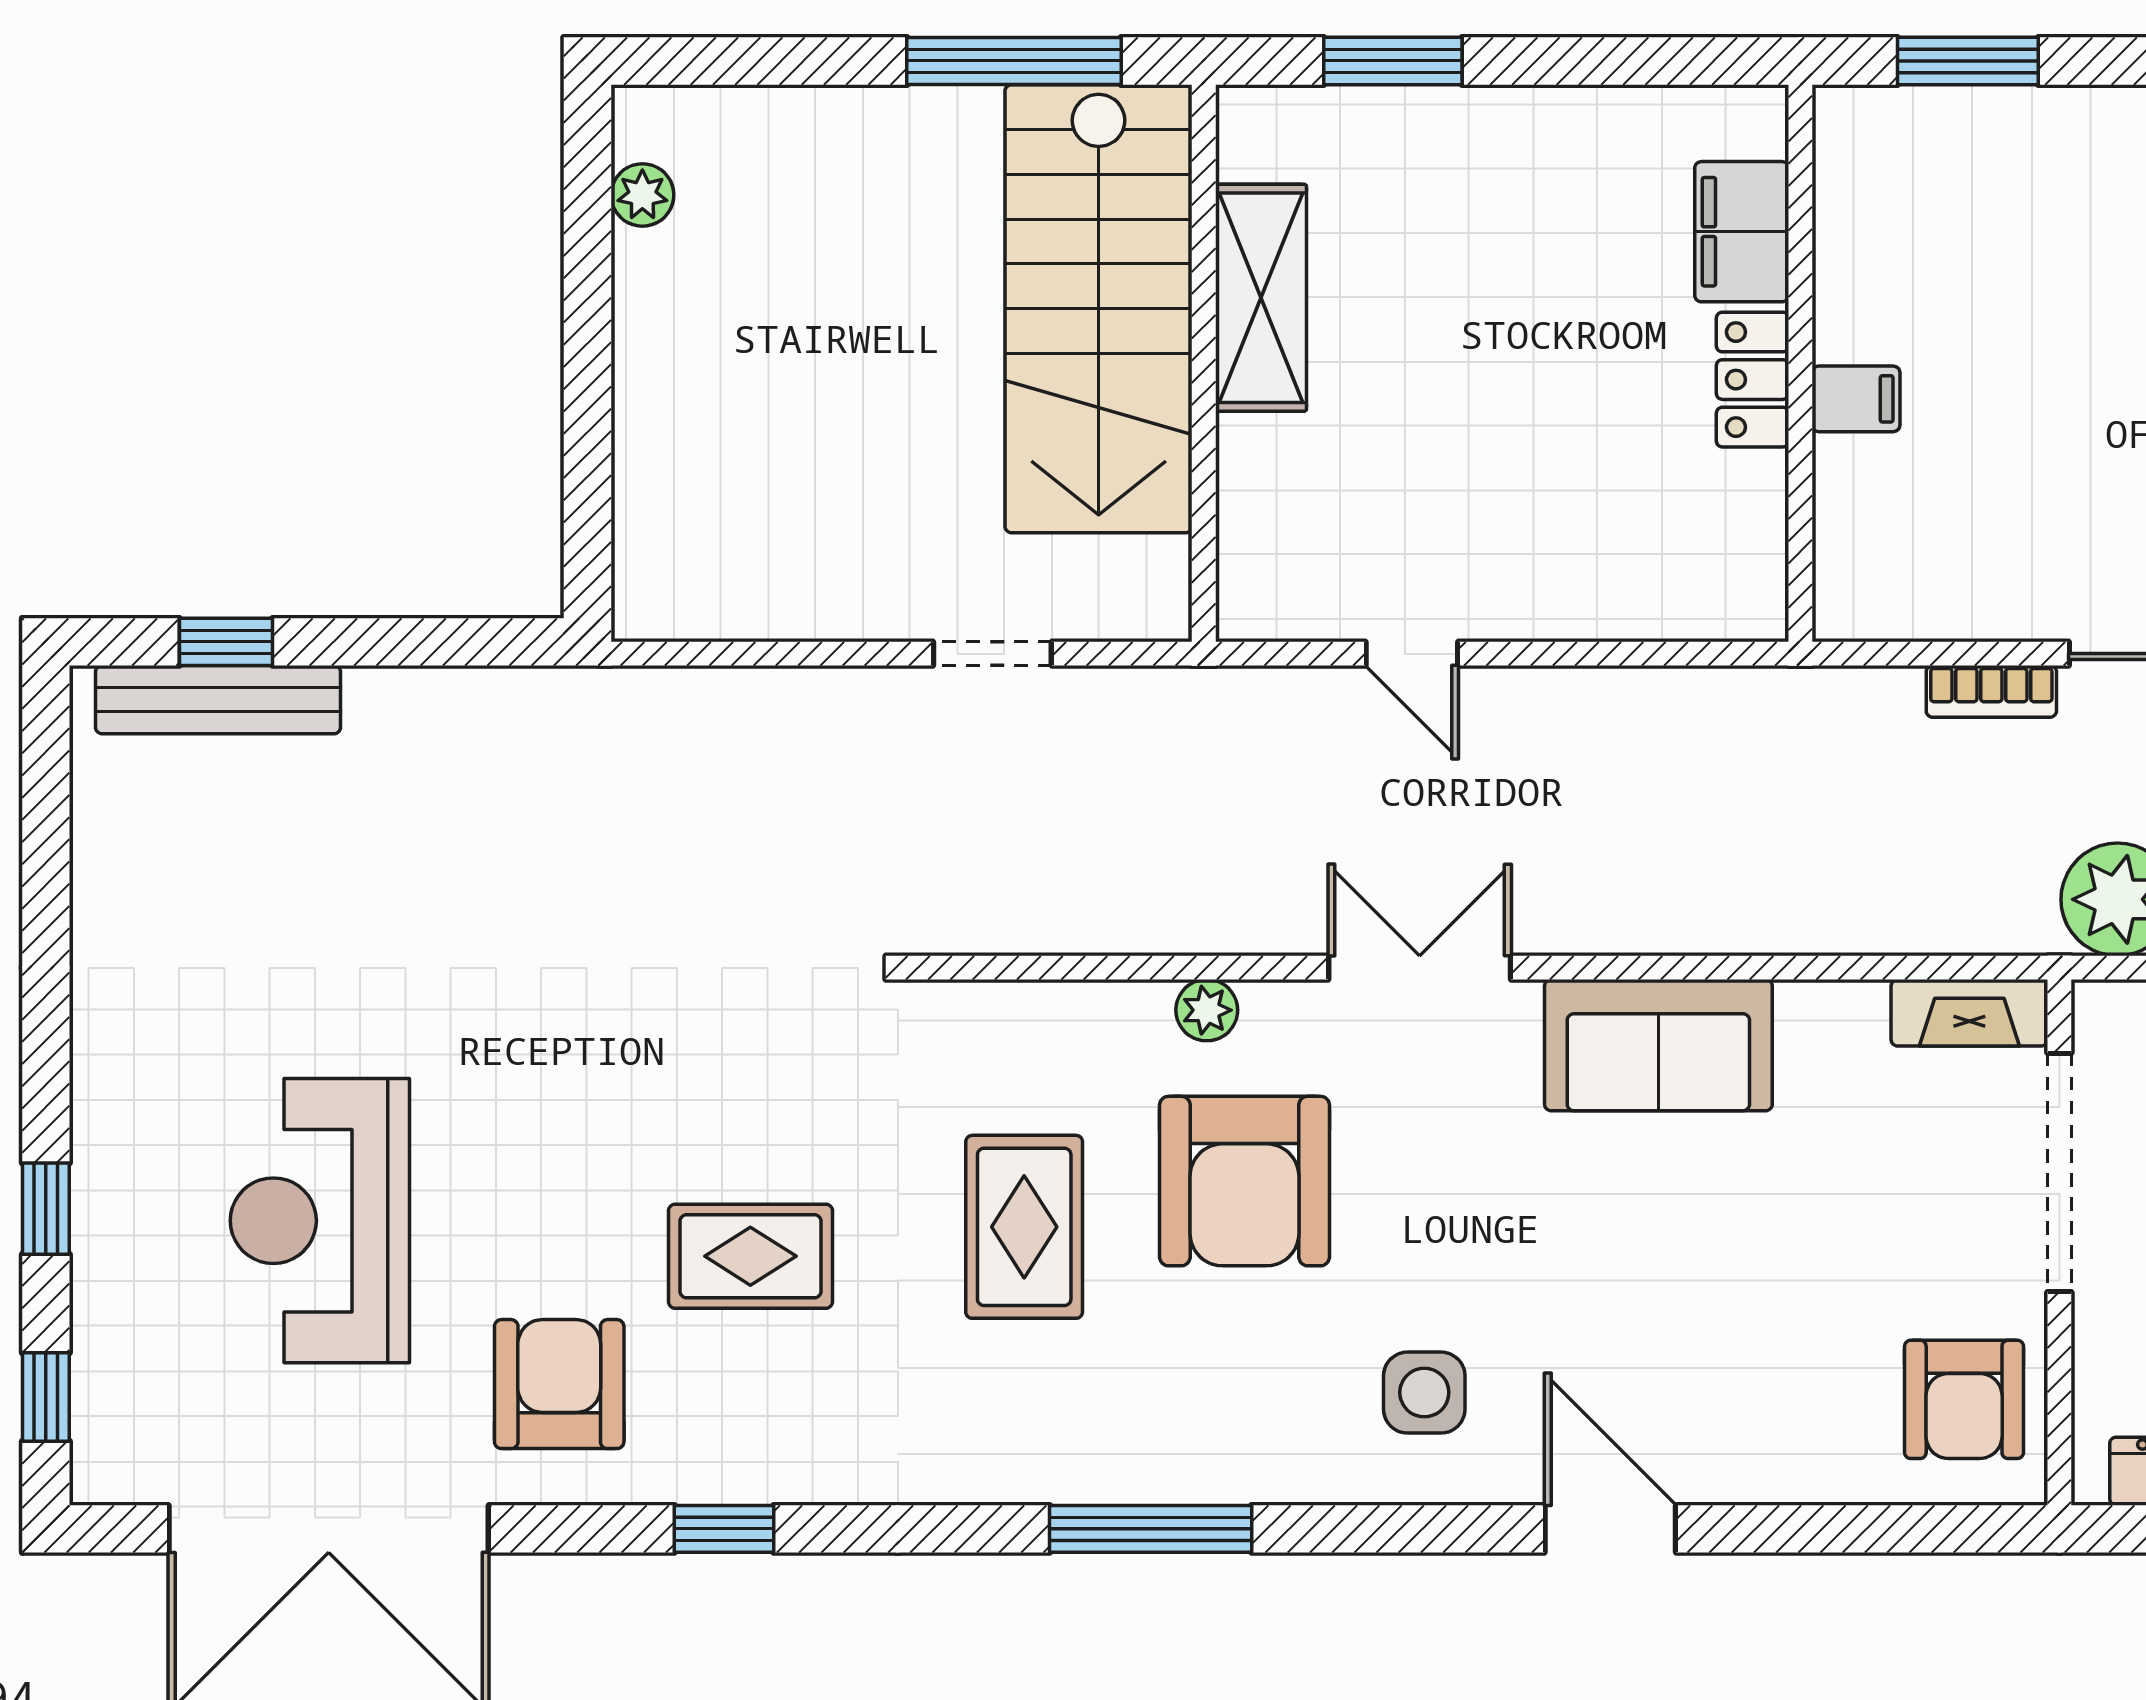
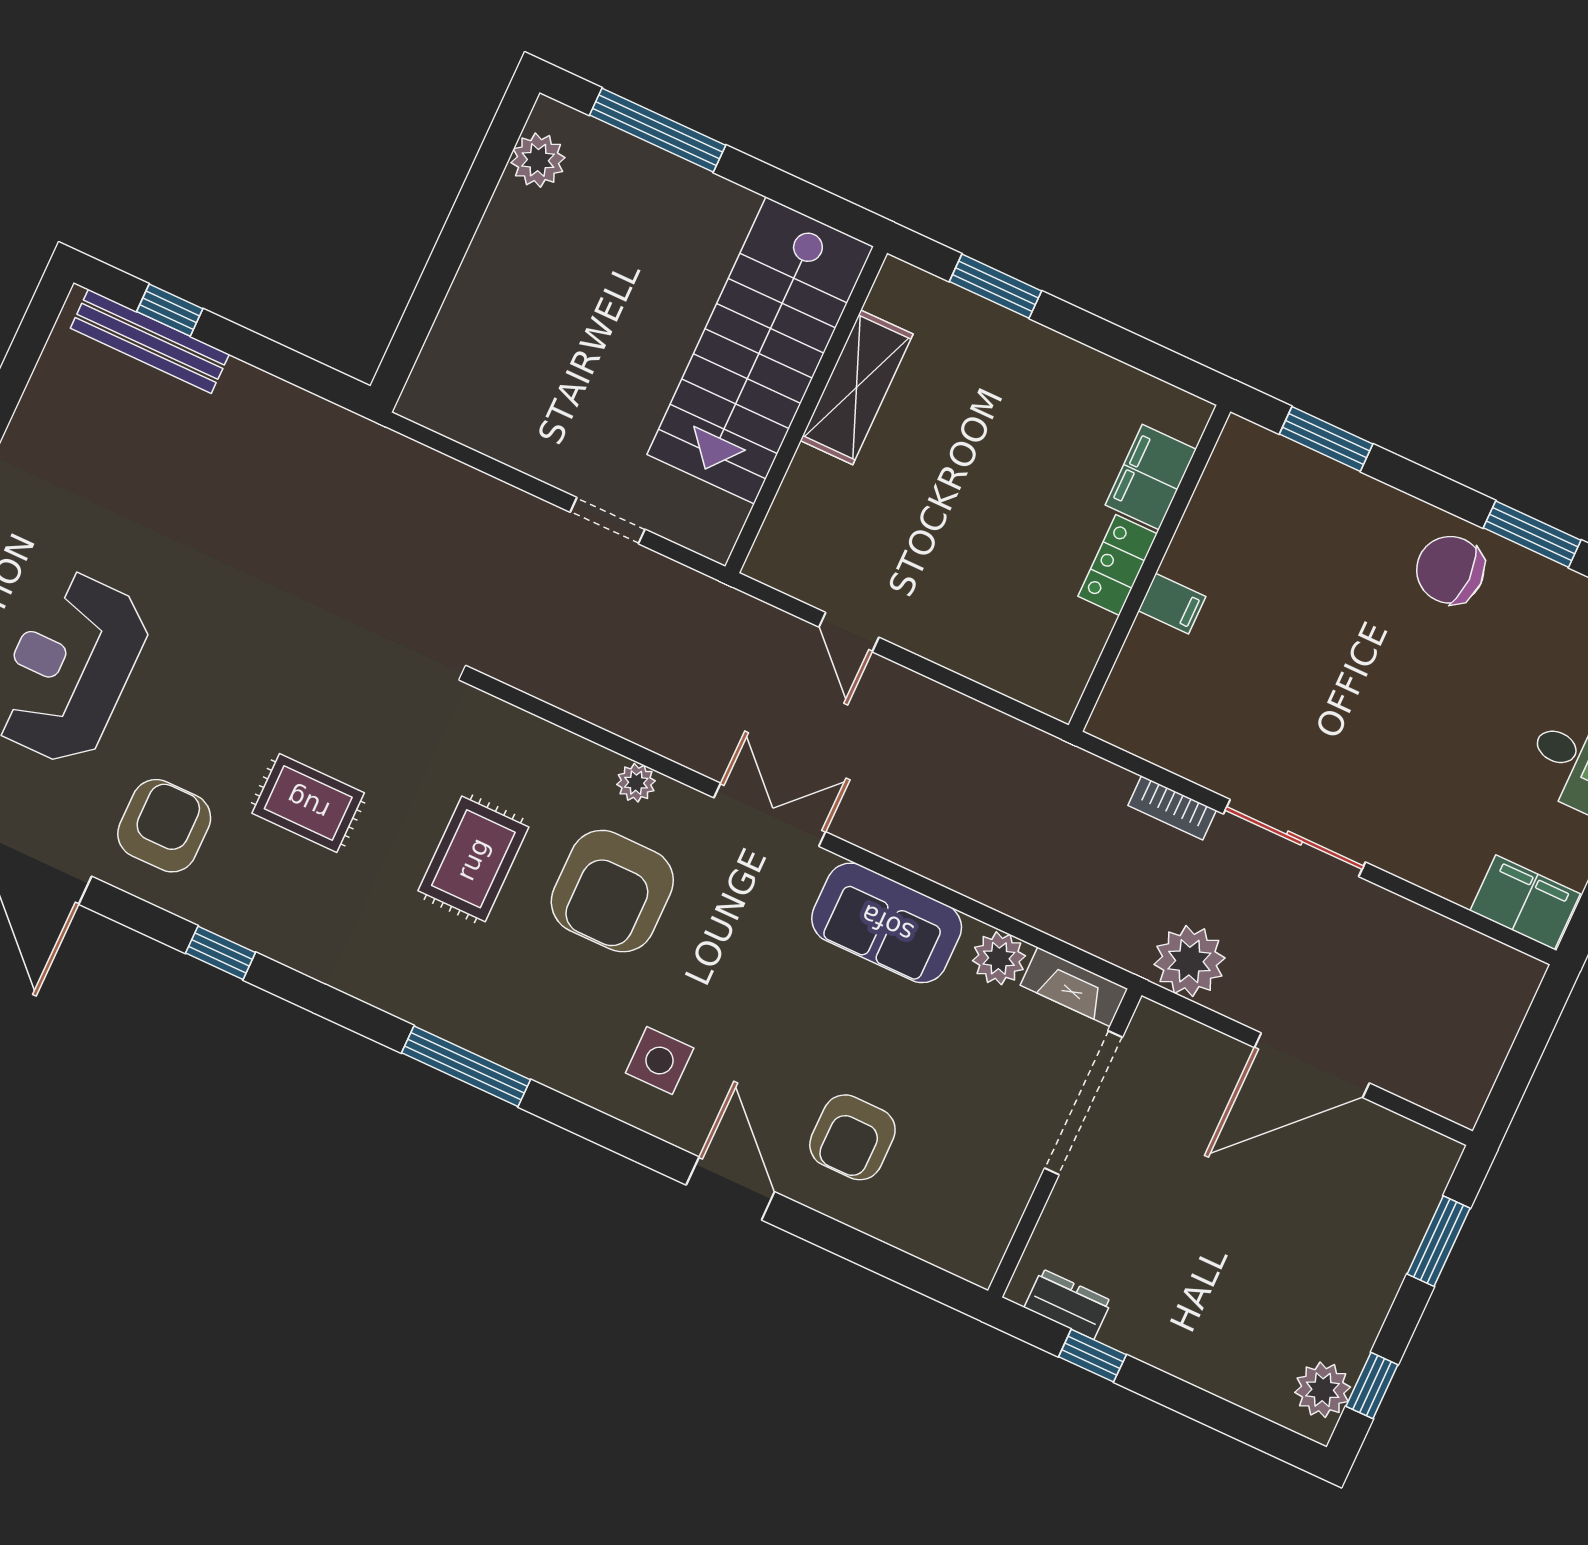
window: (1014, 61) -> (658, 130), moved
plant: (642, 195) -> (538, 160), width x1.38, depth x1.38
plant: (1843, 1022) -> (999, 958), added
armchair: (1964, 1399) -> (852, 1137), moved

